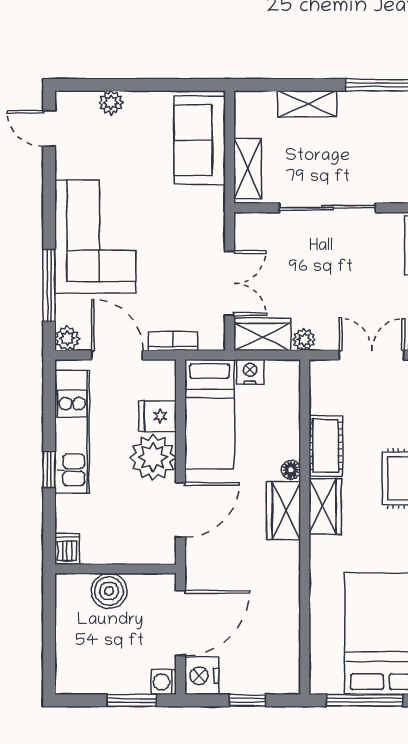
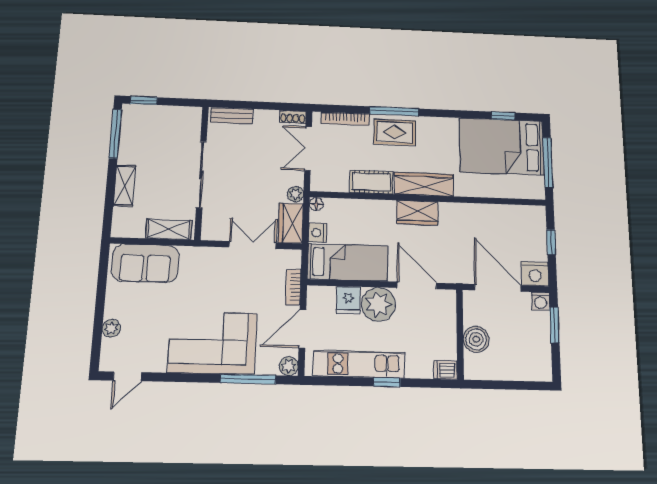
floor lamp: (291, 470) -> (316, 204), moved
wardrobe: (325, 506) -> (424, 184), width x1.50

